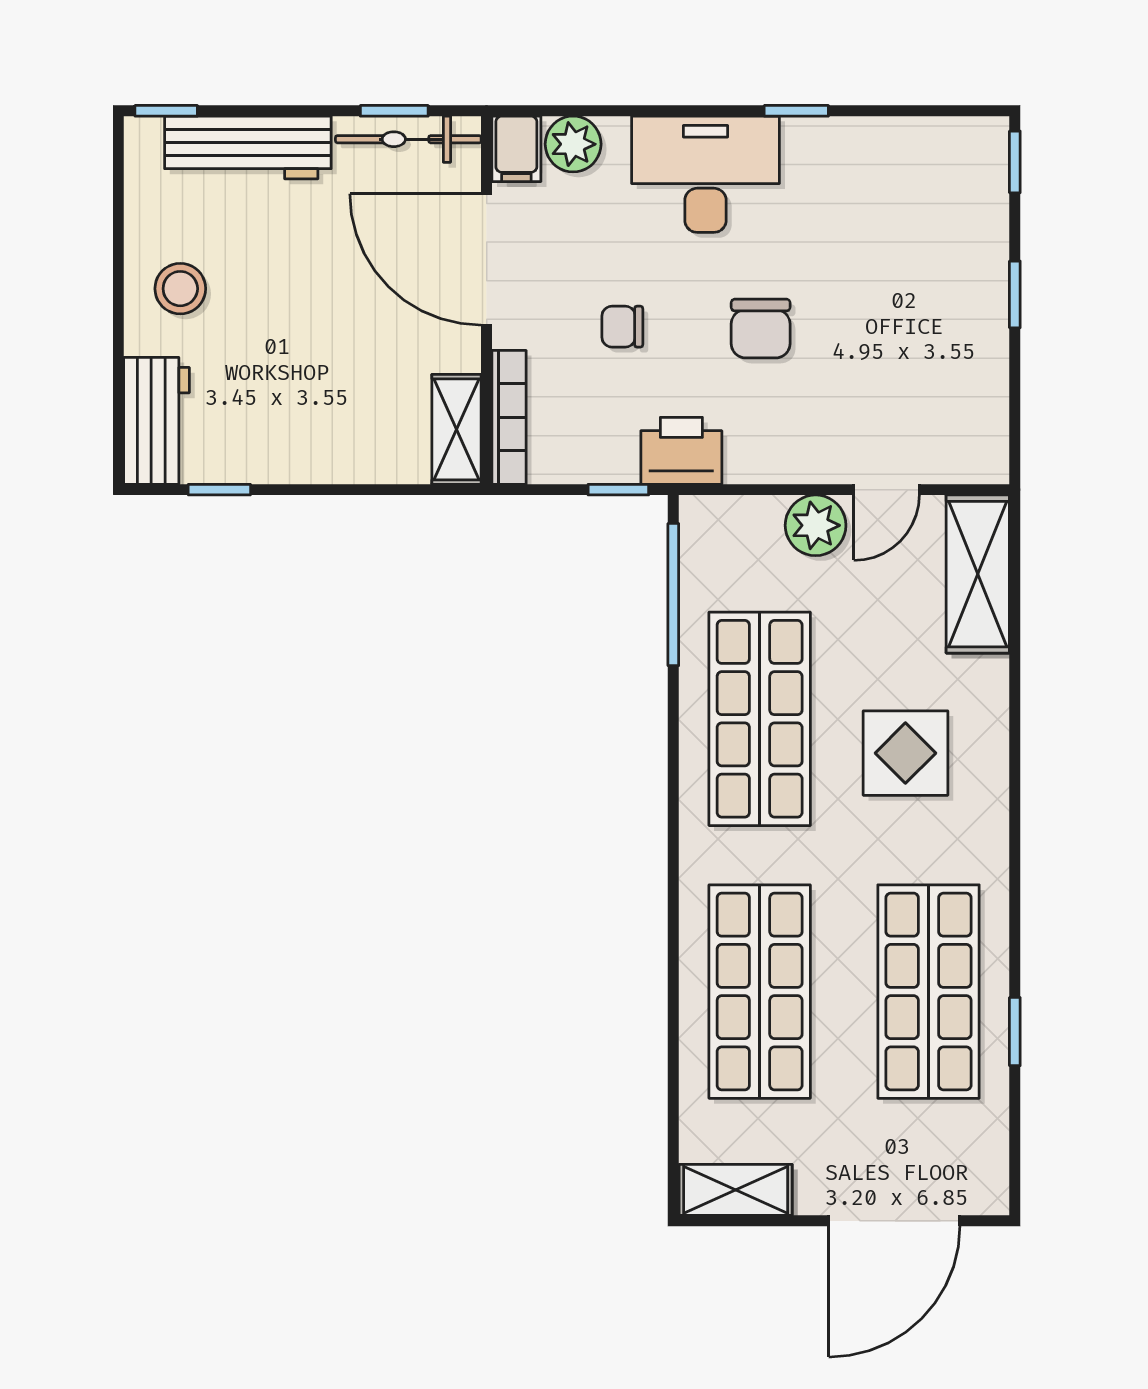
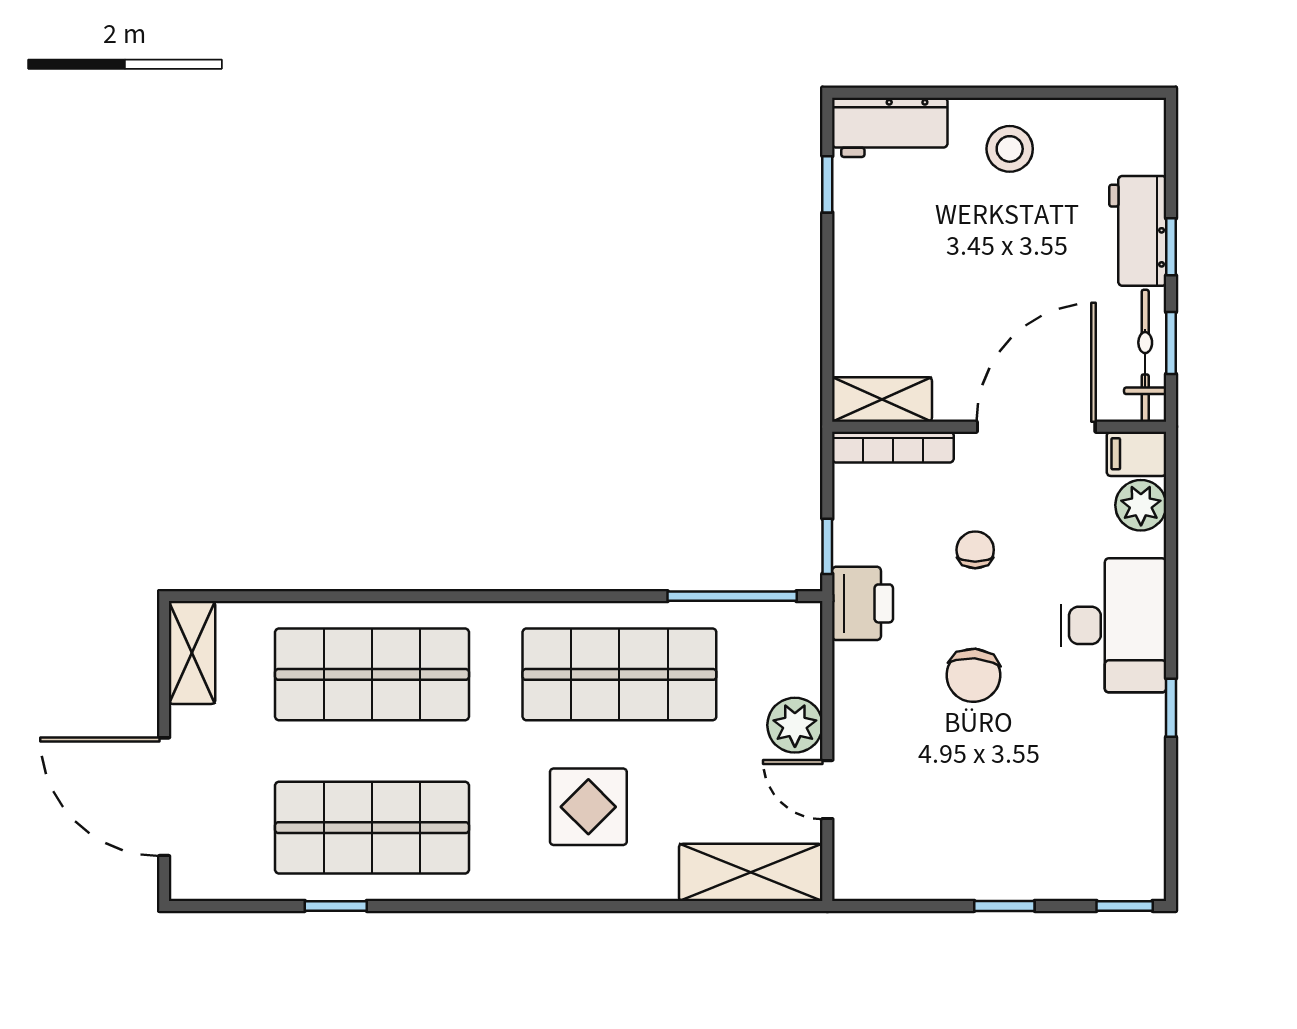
window: (166, 111) -> (1171, 247), moved
workbench: (248, 147) -> (1138, 231), width x0.73
chair: (761, 329) -> (973, 675), turned -86

